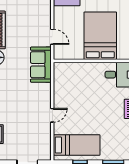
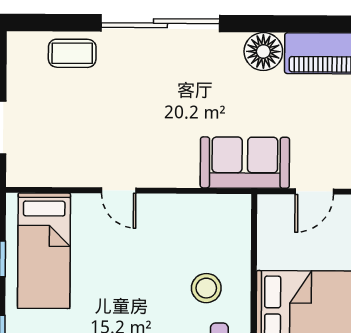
stool: (91, 80) -> (206, 288), added

